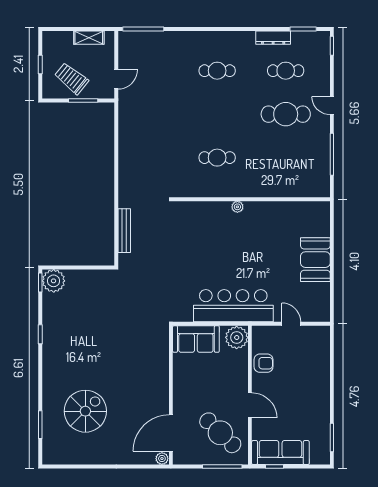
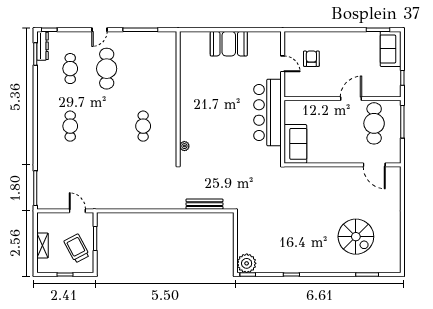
shelving: (89, 38) -> (42, 246), moved
dresser: (273, 38) -> (42, 46), moved
trolley: (71, 78) -> (77, 248), turned 113
plant: (237, 207) -> (184, 146), moved
door: (291, 324) -> (283, 64), swing flipped
plant: (237, 337) -> (294, 110), removed
armchair: (263, 363) -> (311, 59), moved
spiral stairs: (85, 411) -> (356, 237), turned 180
door: (171, 433) -> (374, 165), width x0.73
cafe table: (220, 433) -> (374, 123), turned -44
sofa: (280, 453) -> (391, 49), moved, width x0.73
plant: (162, 459) -> (396, 172), removed

